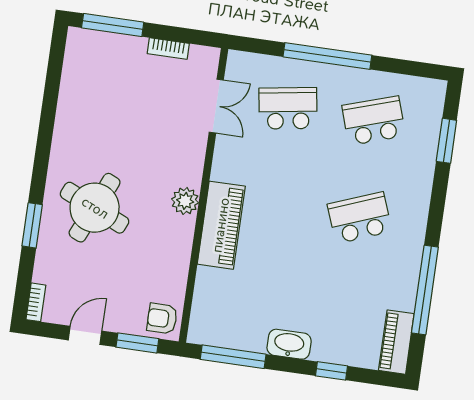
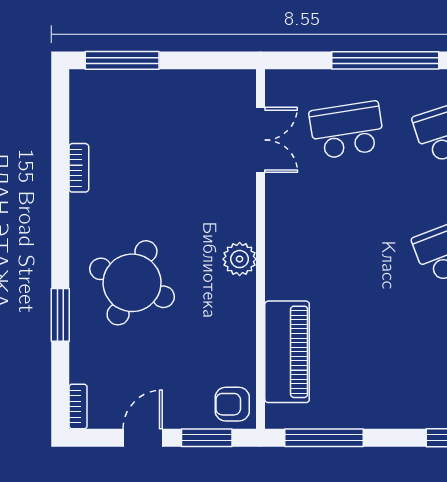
bookcase: (168, 48) -> (79, 168), moved, turned -90
piano: (221, 225) -> (287, 352), moved
washbasin: (289, 344) -> (389, 413), removed

